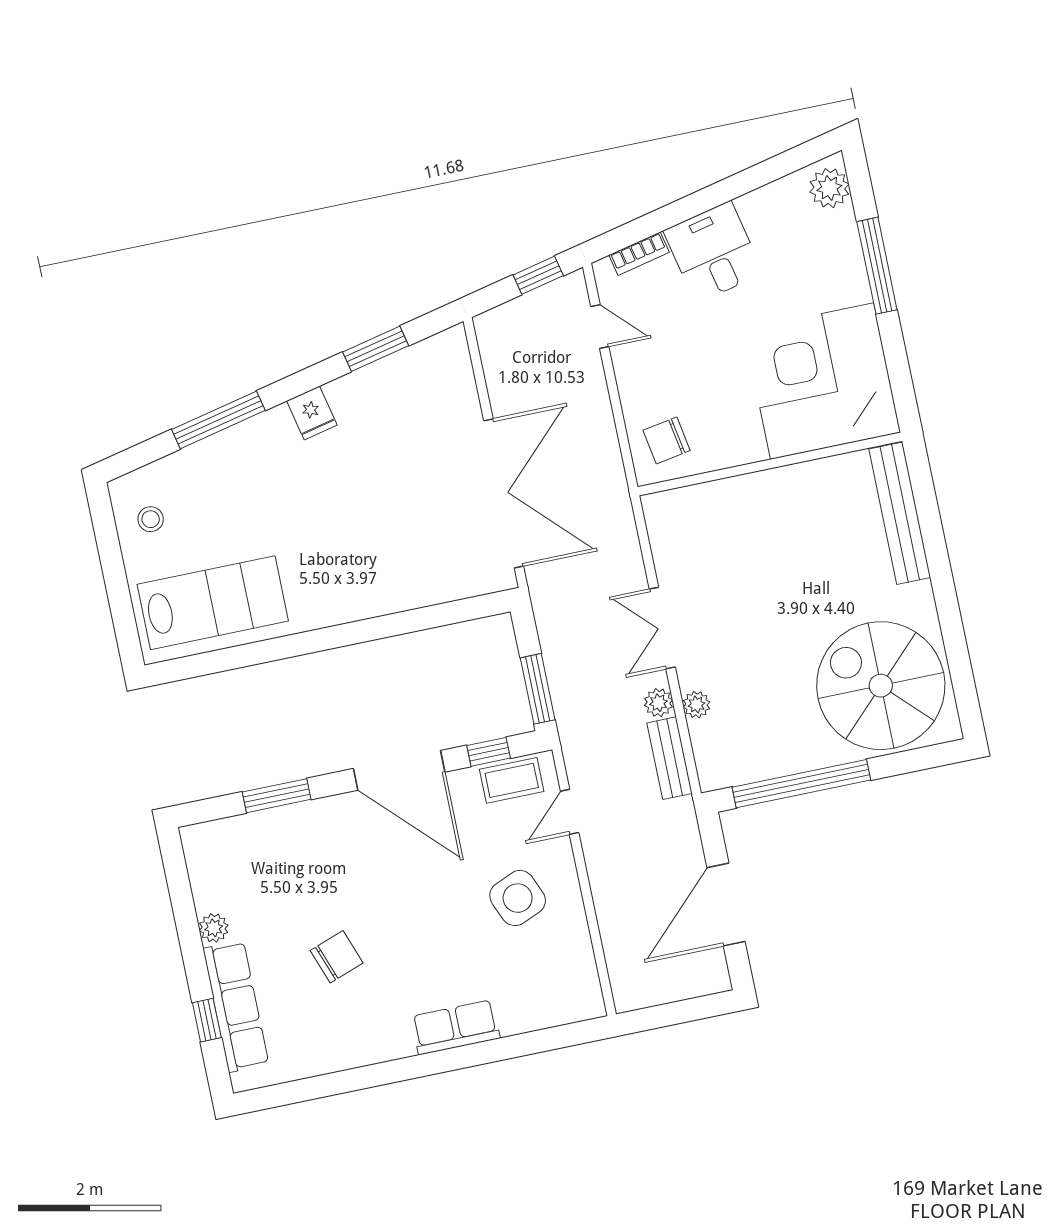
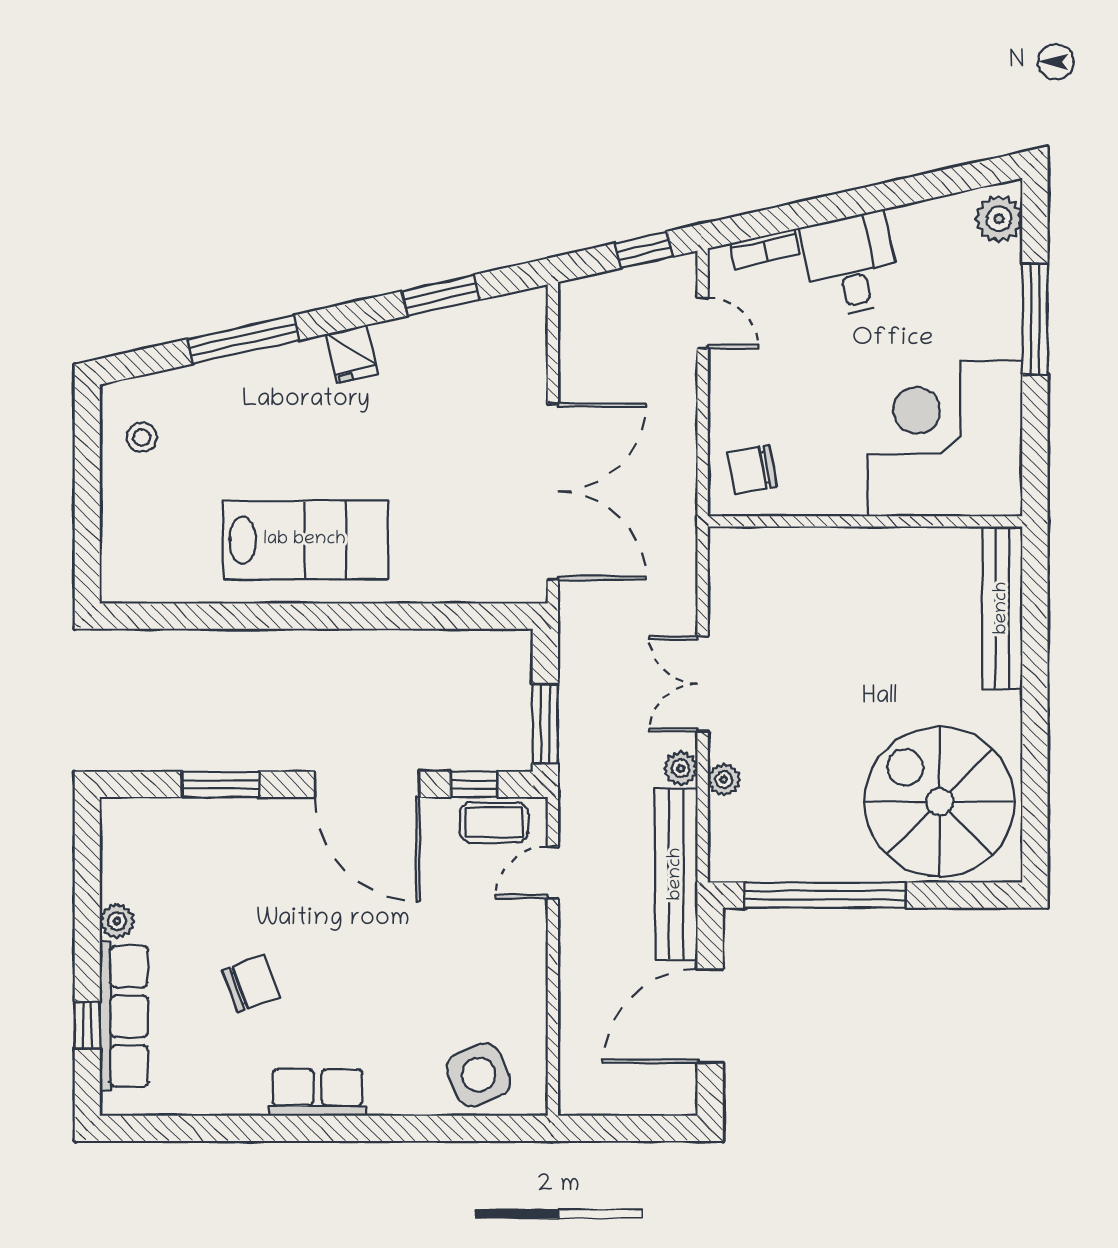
lab bench: (213, 603) -> (305, 540), moved
bench: (670, 758) -> (676, 874), width x1.86, depth x1.21
side table: (518, 898) -> (479, 1075), moved
row of seats: (456, 1027) -> (318, 1093), moved

